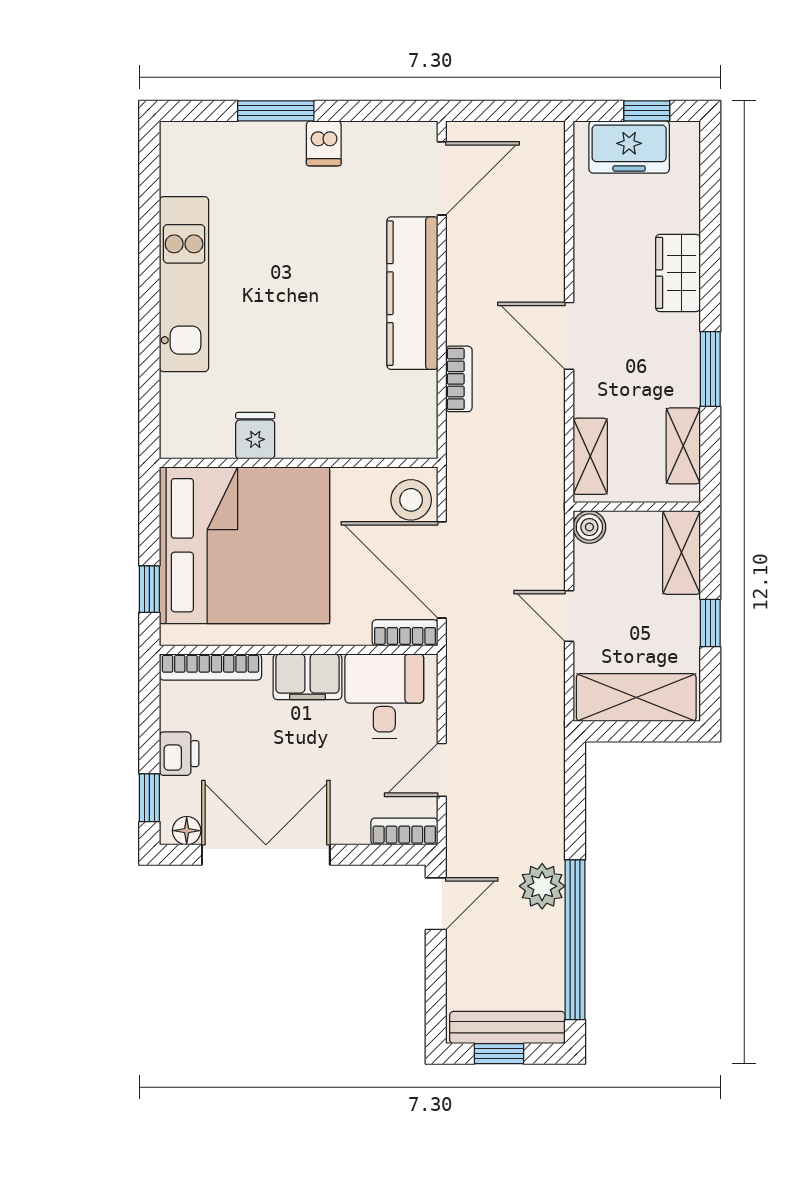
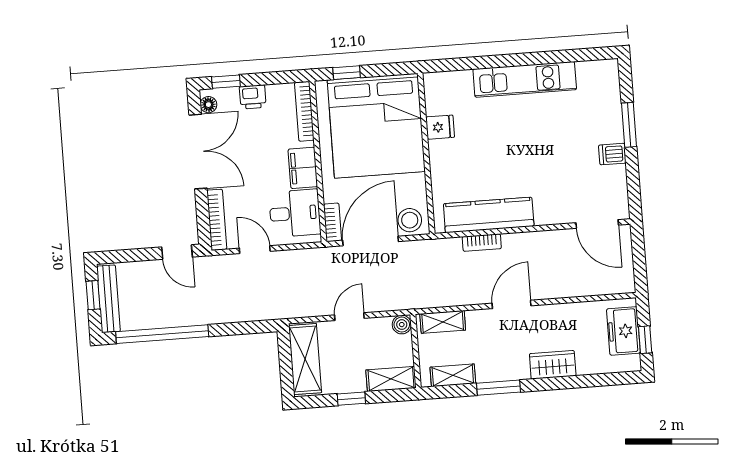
kitchen counter: (412, 293) -> (489, 215), moved
bookcase: (404, 831) -> (217, 220), width x1.56
plant: (542, 886) -> (192, 313), removed

